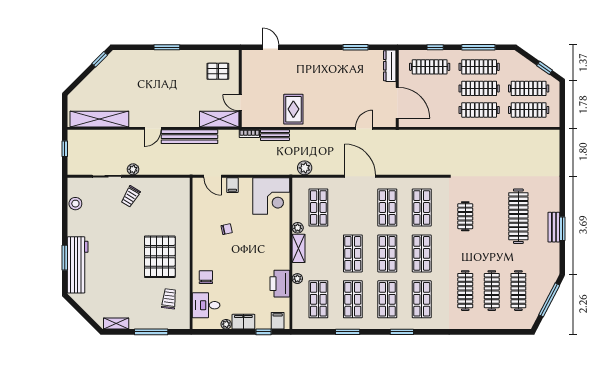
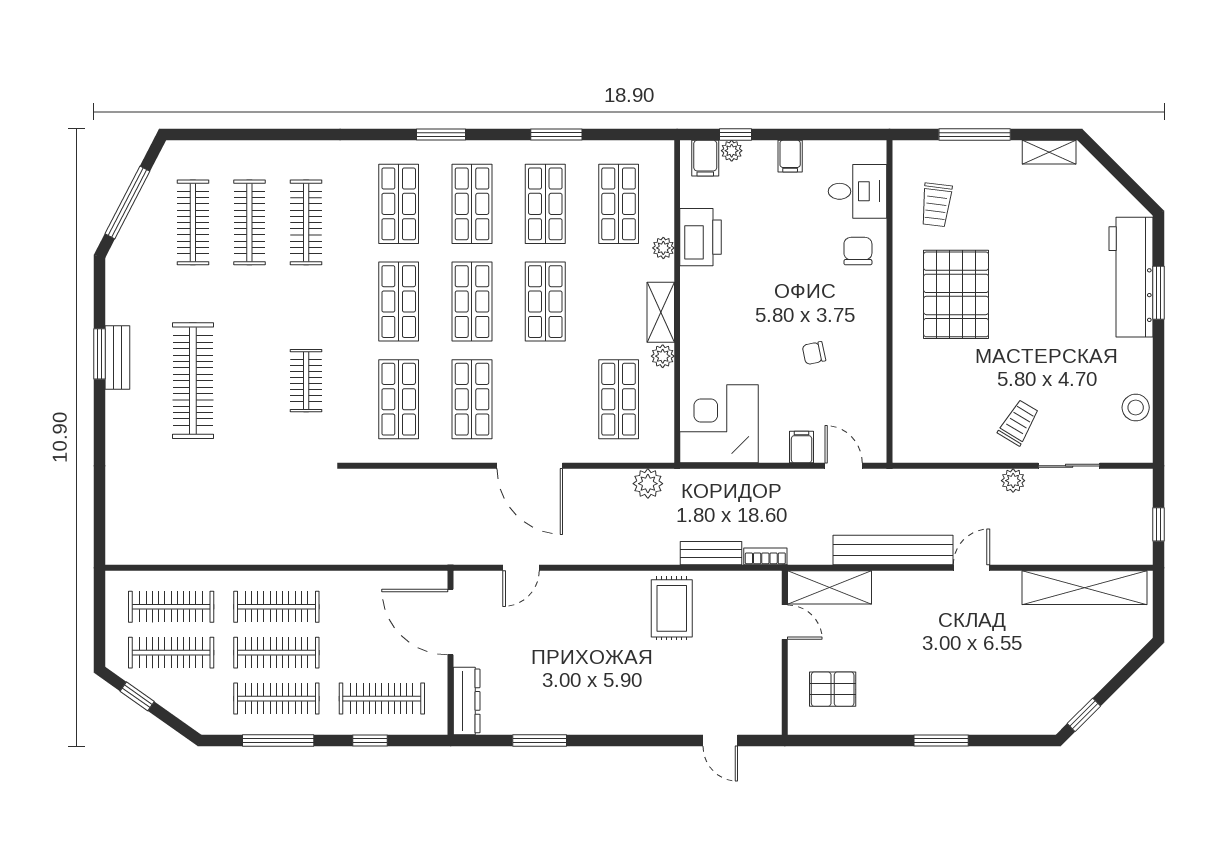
chair: (206, 277) -> (858, 251), turned 180
filing cabinet: (243, 322) -> (790, 156), width x0.50
plant: (226, 324) -> (732, 151), moved

